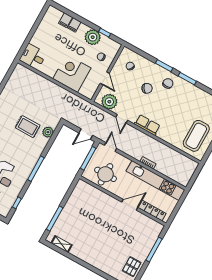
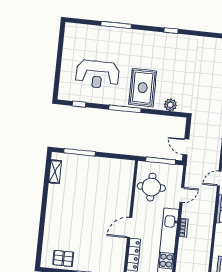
rug: (28, 127) -> (143, 88), moved, width x1.36, depth x1.43
door: (110, 147) -> (182, 195), moved
door: (130, 205) -> (130, 228), swing flipped

